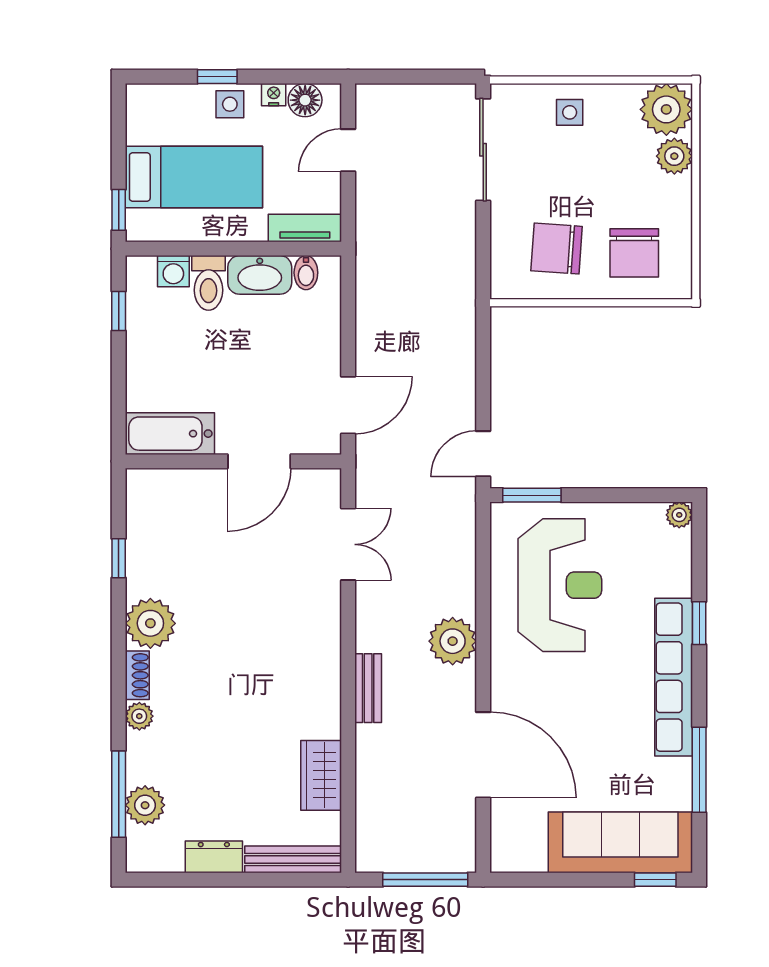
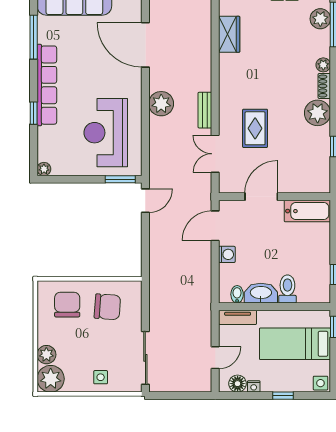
side table: (230, 104) -> (320, 383), moved
washing machine: (173, 271) -> (227, 254), moved, turned 90
rug: (271, 593) -> (255, 128), added
bench: (368, 688) -> (205, 110), moved

